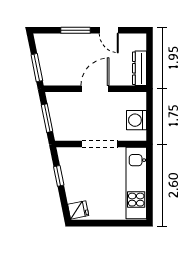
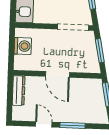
door: (95, 89) -> (58, 74), hinge flipped
doorway: (100, 144) -> (73, 27), moved

